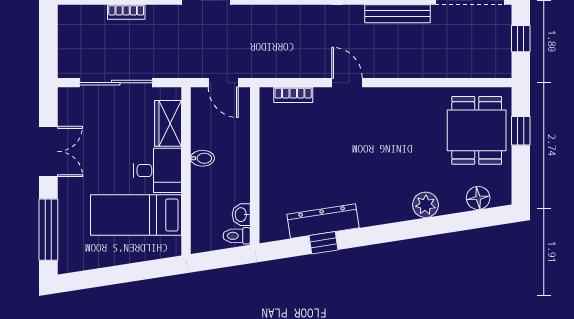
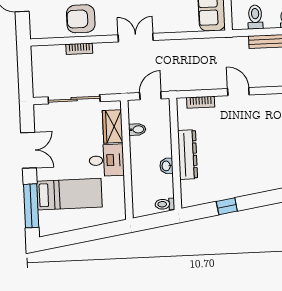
door: (223, 83) -> (150, 96), swing flipped
bidet: (202, 158) -> (137, 129), moved
bed: (136, 215) -> (69, 194), moved, turned 180
washbasin: (241, 215) -> (166, 166), moved
dresser: (323, 221) -> (188, 155), moved, turned 99

